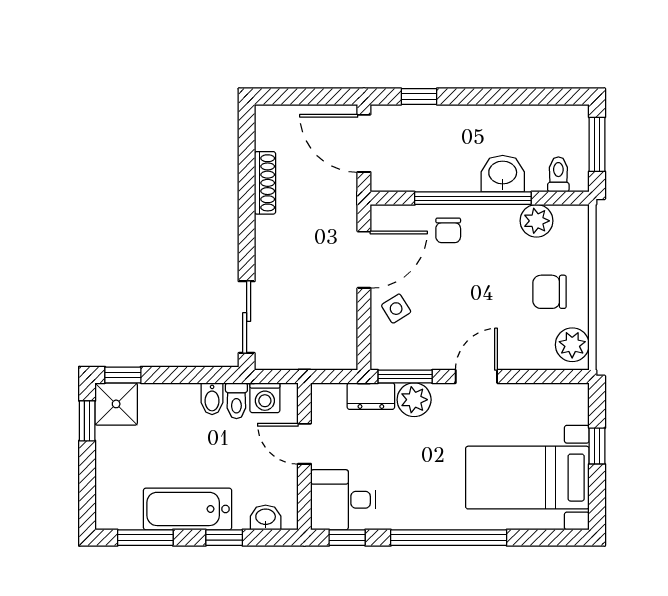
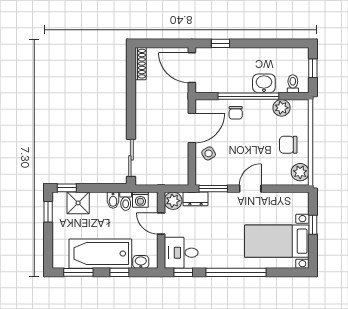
window: (597, 144) -> (313, 68), width x0.67
shoe rack: (265, 183) -> (141, 64), moved
plant: (414, 400) -> (173, 201), moved
shower: (116, 404) -> (78, 203), moved
bathtub: (188, 509) -> (100, 254), width x1.36, depth x1.36

